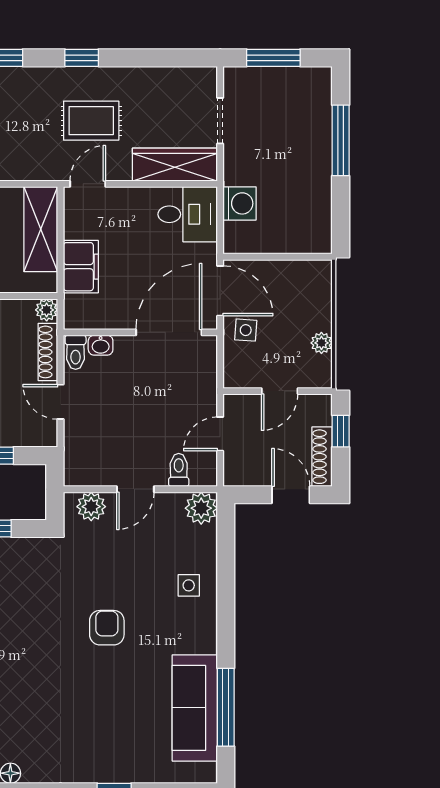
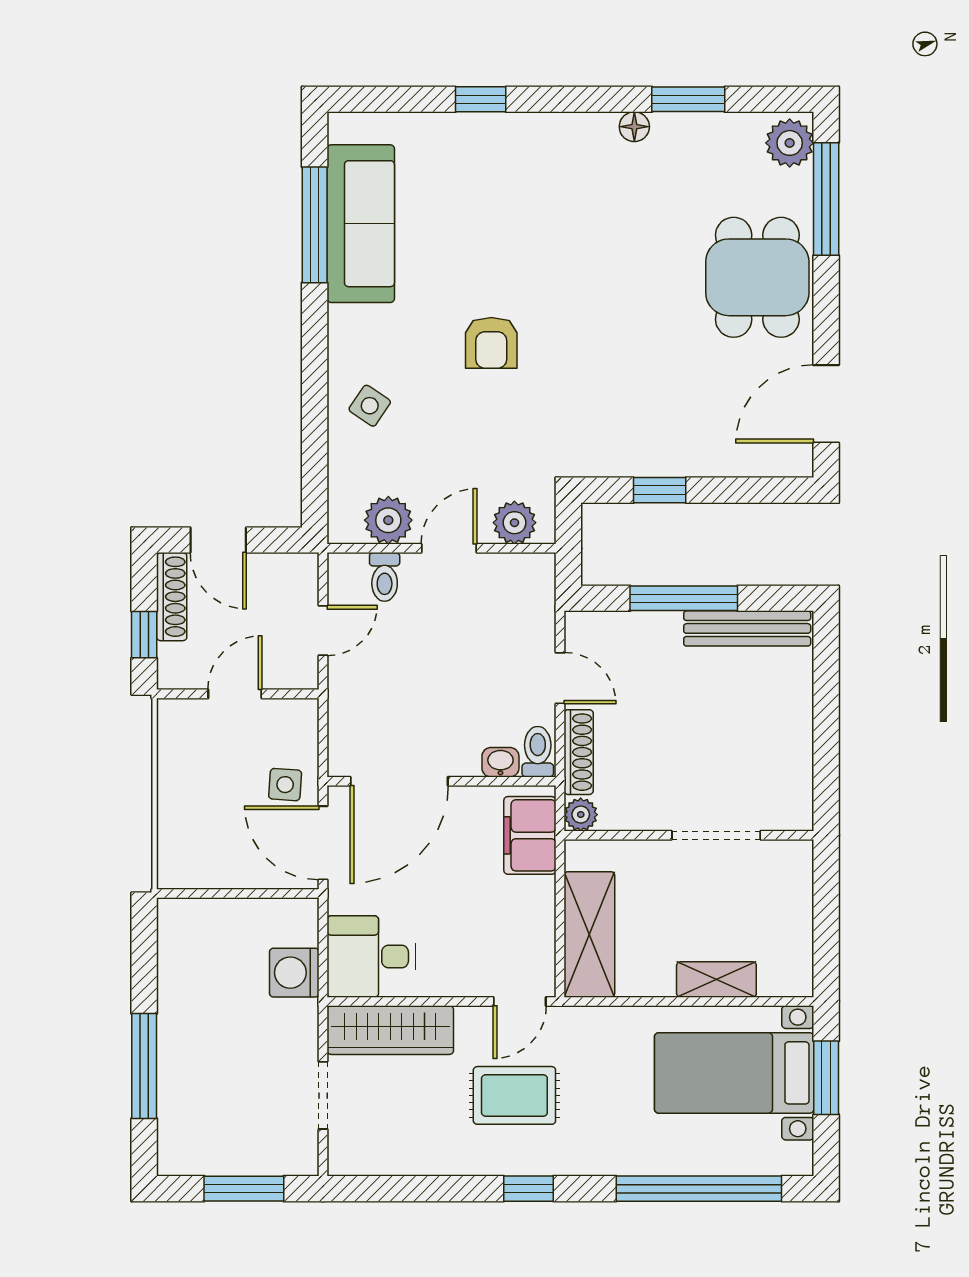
filing cabinet: (81, 267) -> (530, 835), moved
plant: (321, 343) -> (173, 766), removed
plant: (201, 508) -> (388, 520), moved
side table: (189, 585) -> (370, 406), turned 34

